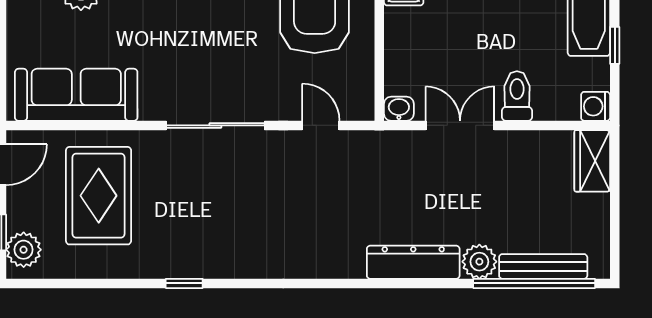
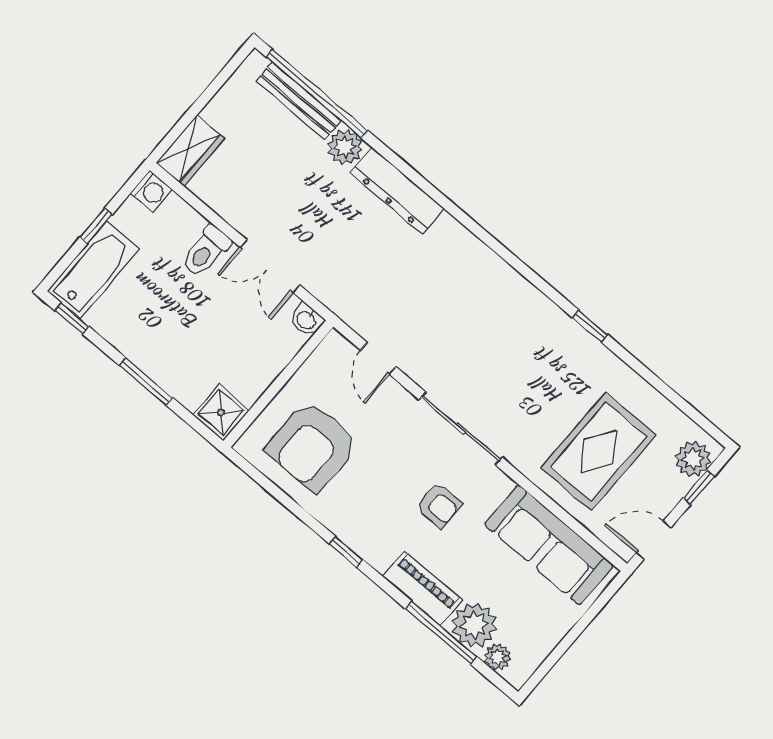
armchair: (183, 55) -> (439, 505), added

